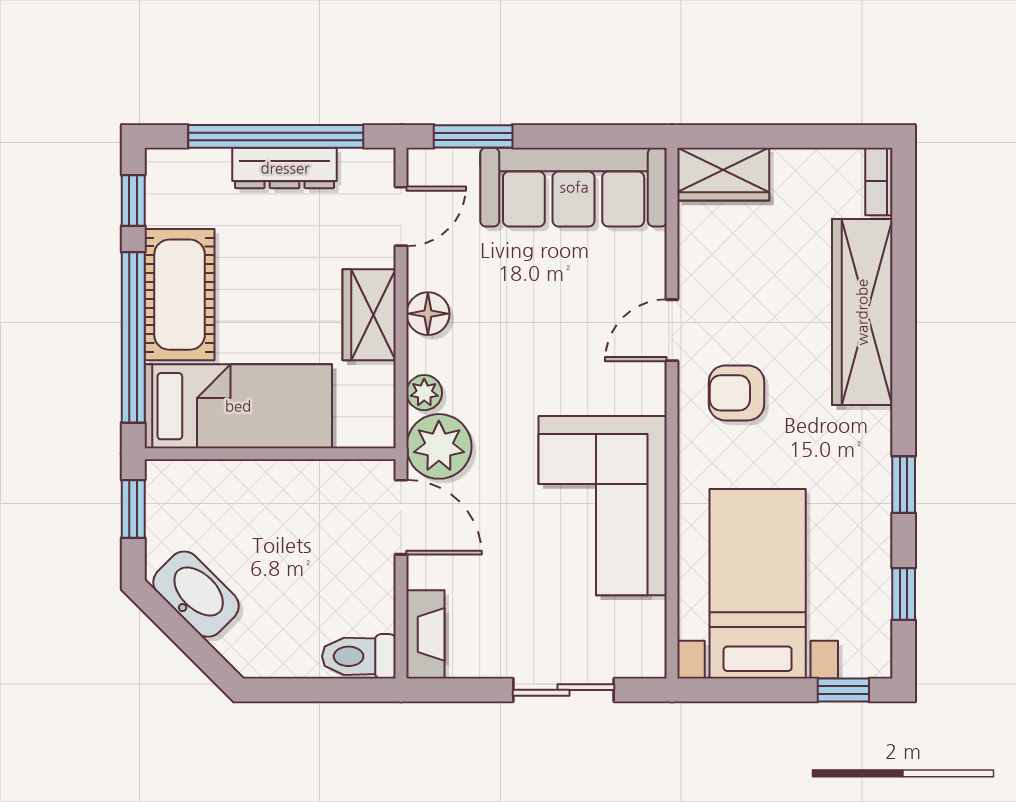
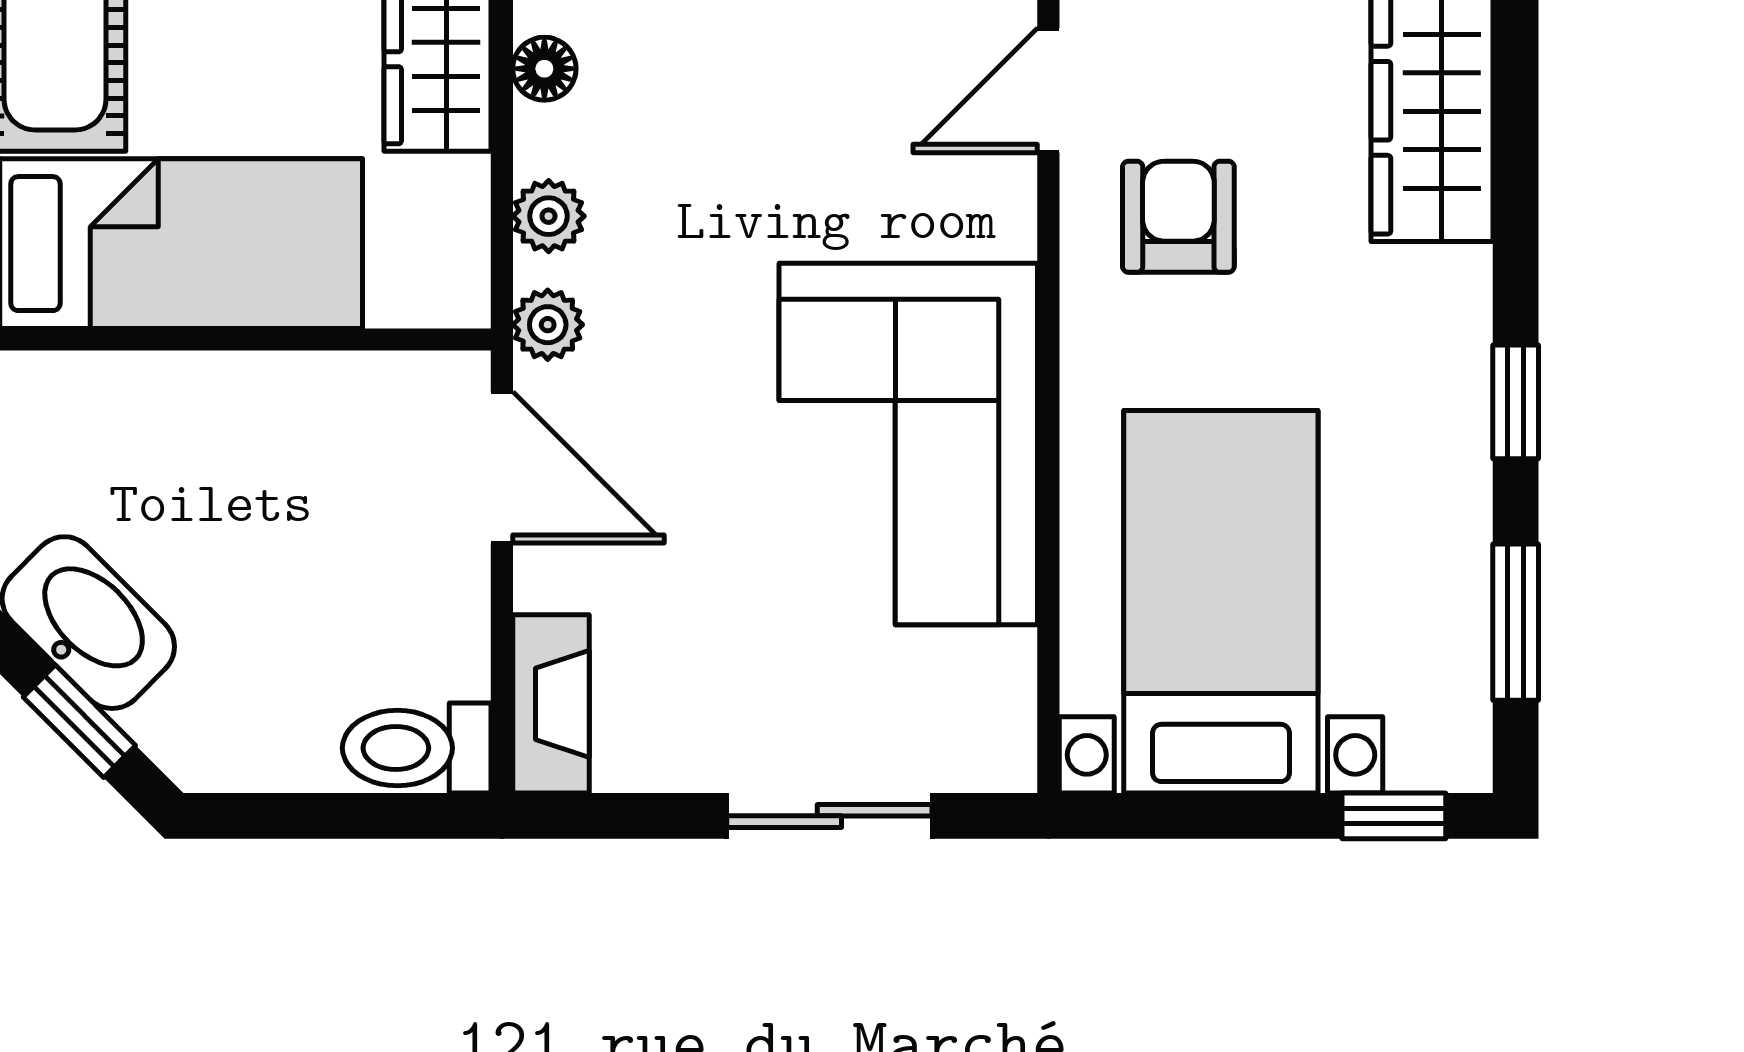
floor lamp: (428, 314) -> (544, 69), width x0.73, depth x0.73
armchair: (736, 393) -> (1178, 217), turned 90
plant: (439, 446) -> (548, 325), width x0.53, depth x0.53
window: (904, 594) -> (1516, 622), width x1.50
window: (192, 643) -> (79, 721), added

